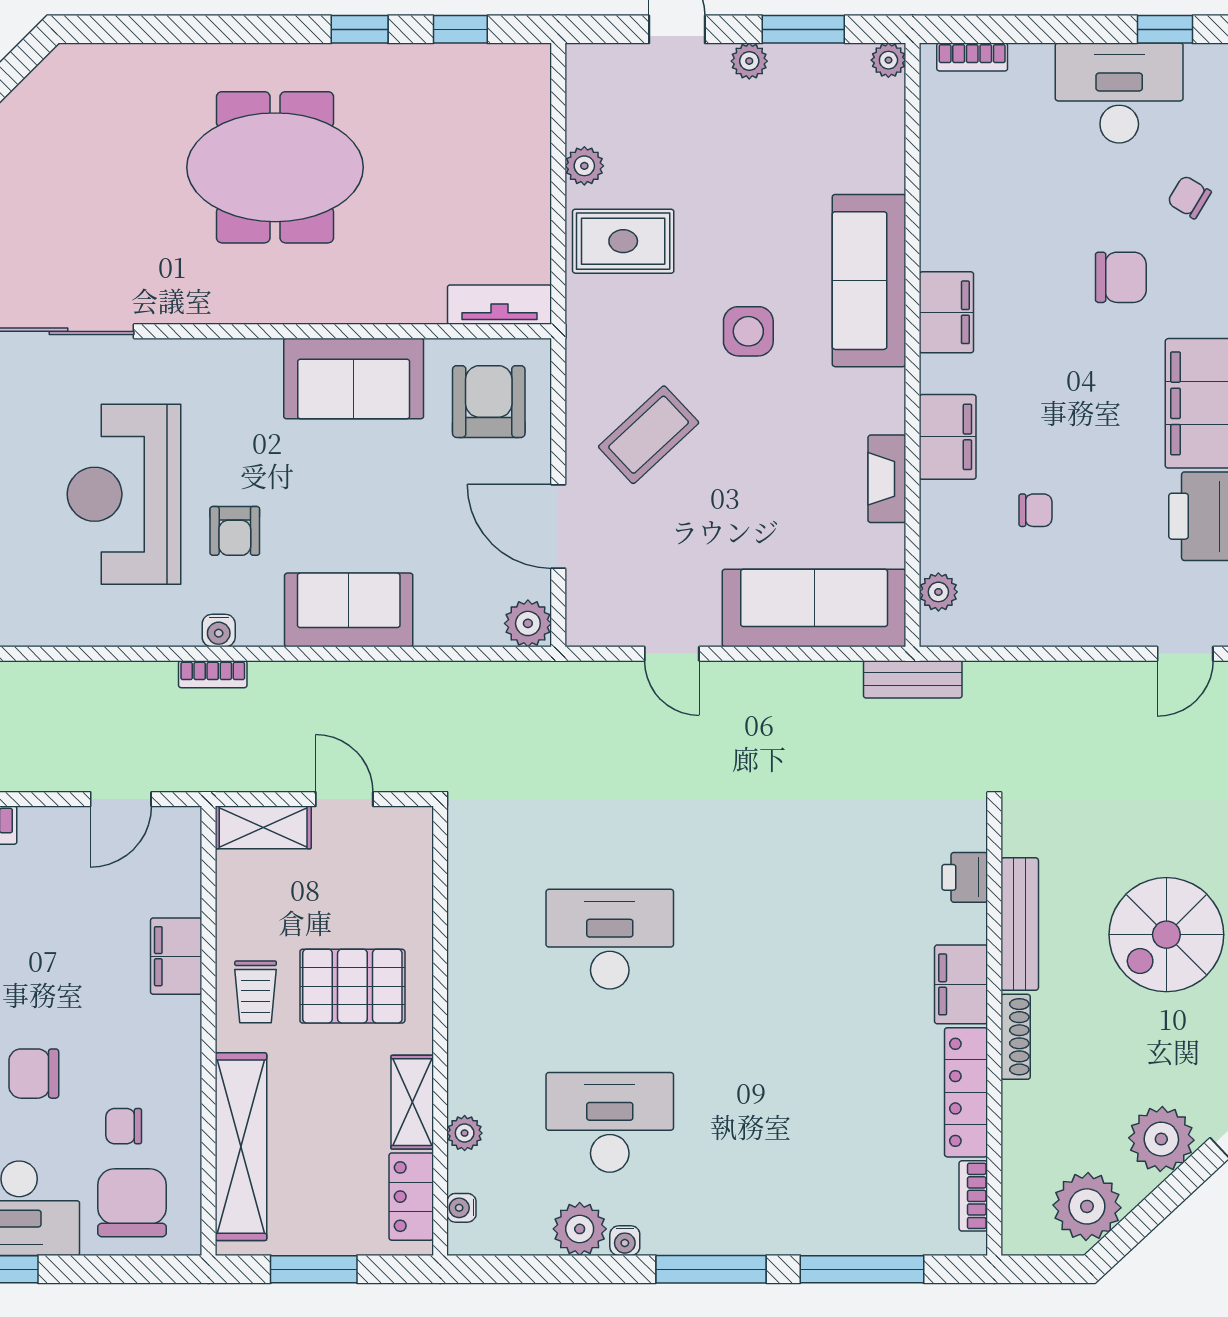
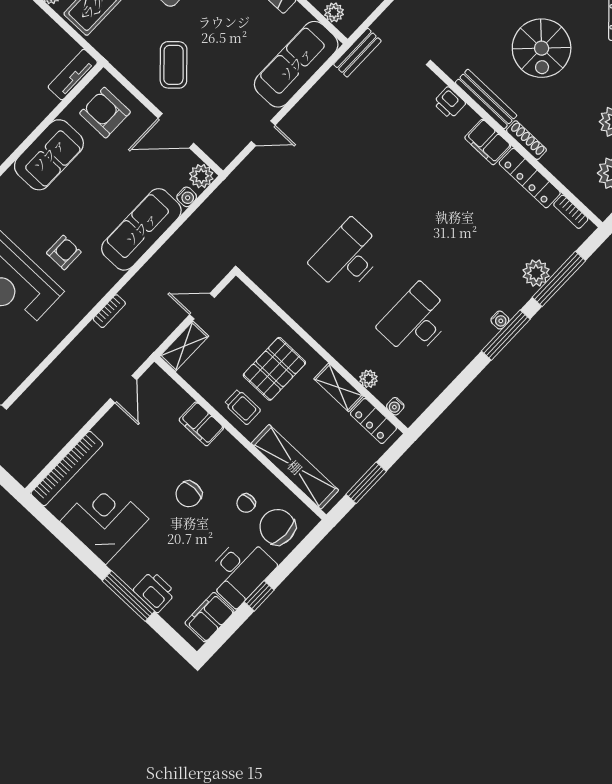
armchair: (235, 531) -> (64, 253), turned -90
sofa: (349, 610) -> (141, 229), width x1.36
water cooler: (219, 631) -> (187, 197), moved
chair: (34, 1074) -> (189, 494), moved
plant: (580, 1229) -> (536, 273), moved
water cooler: (625, 1241) -> (500, 320), moved

